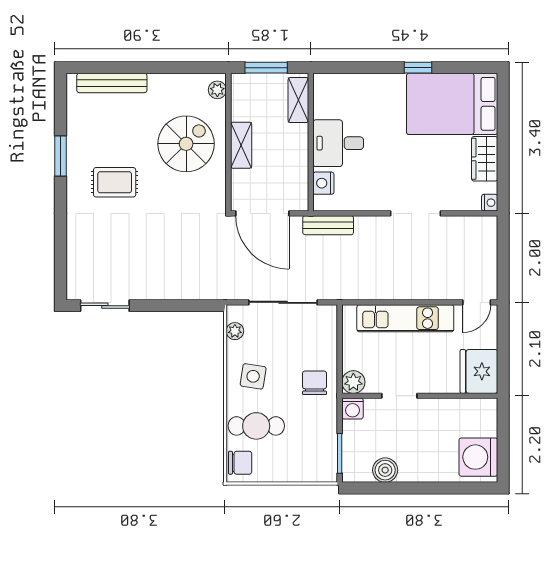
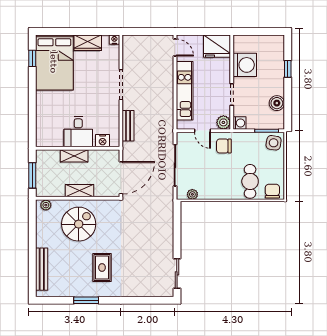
window: (418, 68) -> (32, 58), moved
shelving: (298, 100) -> (74, 156), moved
spiral stairs: (186, 144) -> (79, 224), turned 90
bench: (328, 225) -> (128, 126), moved
door: (340, 348) -> (202, 131), added
side table: (253, 376) -> (274, 143), moved
washing machine: (478, 457) -> (245, 65), moved, turned -90
window: (441, 488) -> (288, 69), added

